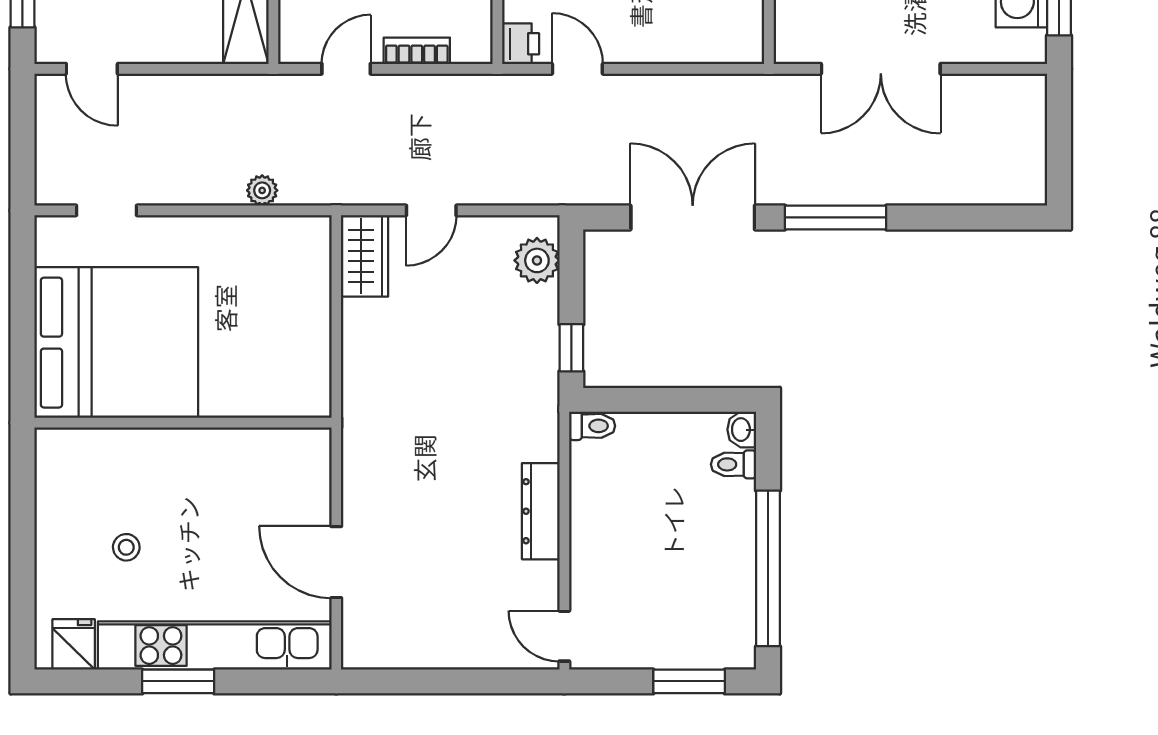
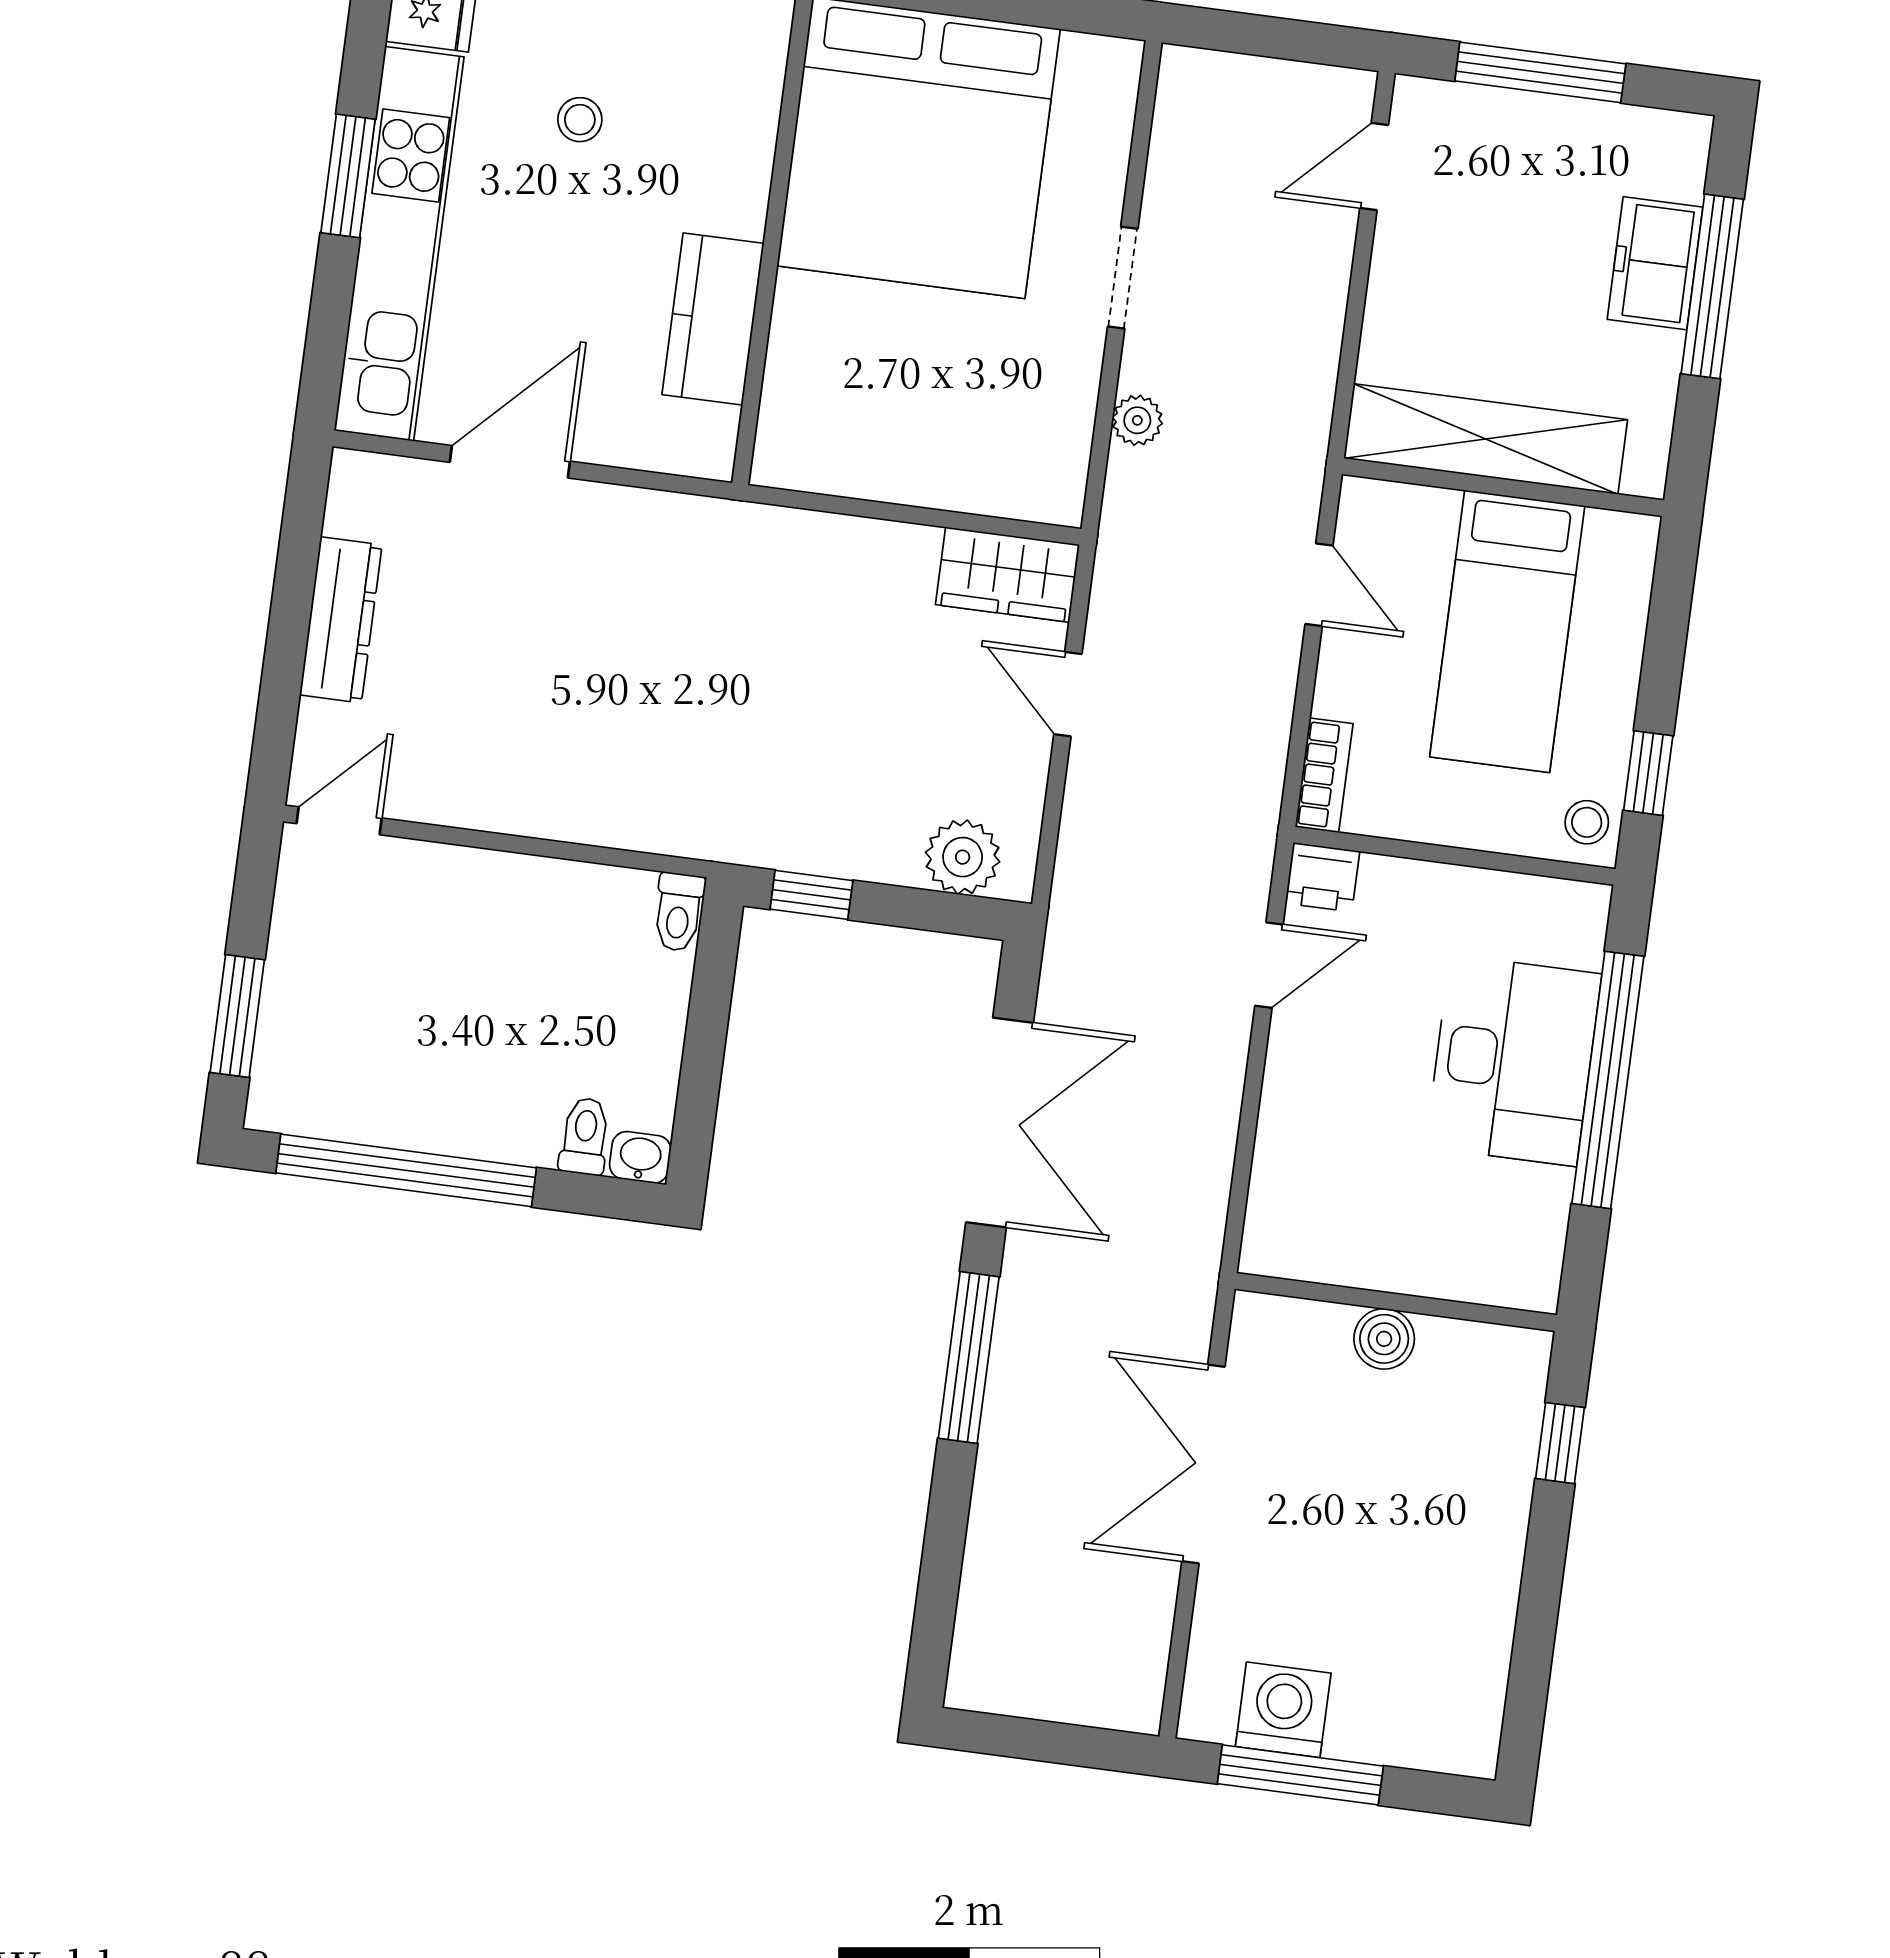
bookcase: (417, 51) -> (1324, 775), moved
doorway: (107, 210) -> (1123, 278), moved
kitchen counter: (235, 452) -> (713, 319), added
dresser: (541, 511) -> (341, 620), moved, turned 90

